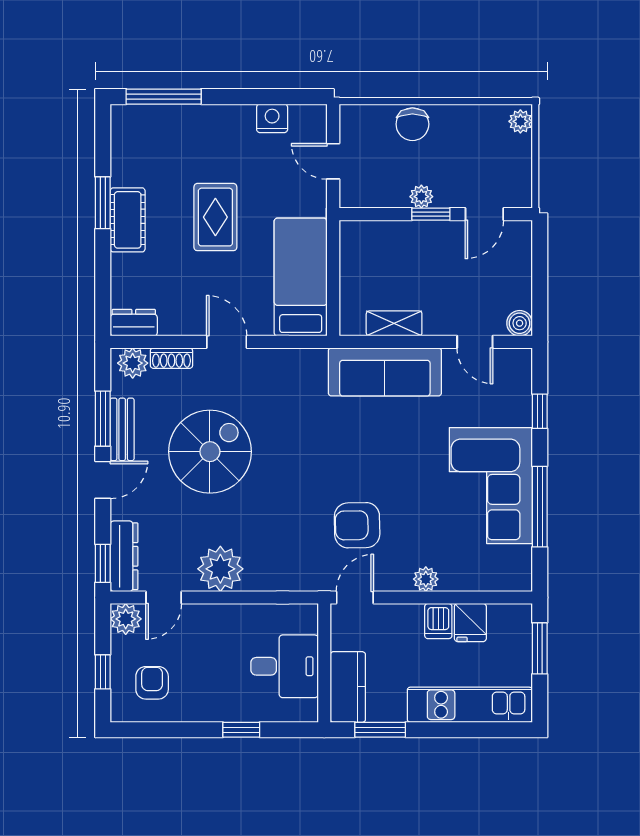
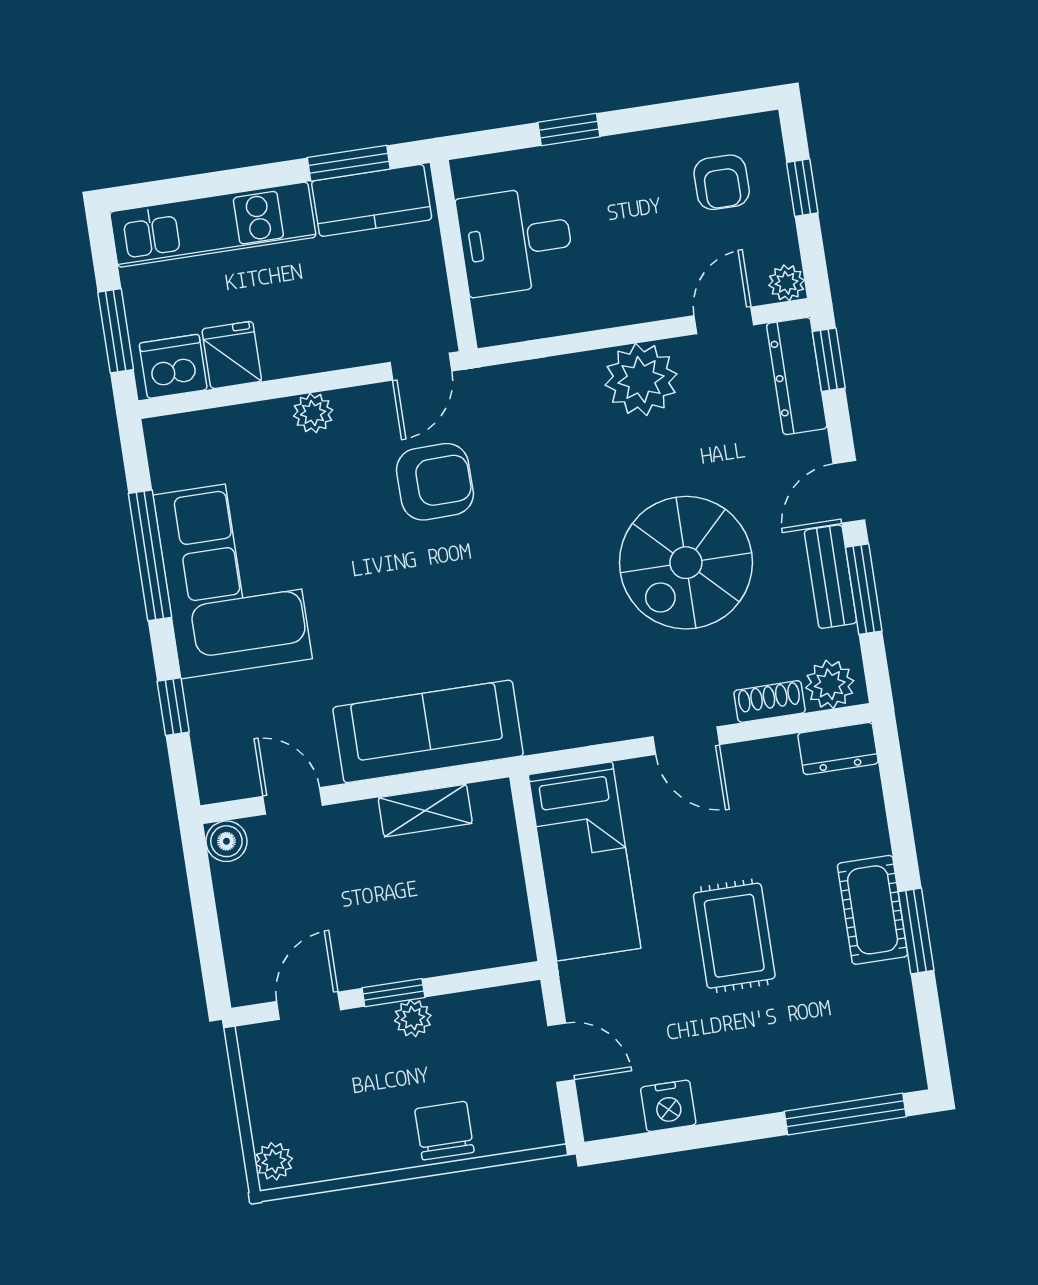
plant: (126, 619) -> (787, 283), width x0.73, depth x0.73
dishwasher: (438, 621) -> (173, 366), moved, width x1.38
kitchen counter: (348, 687) -> (372, 200), moved, turned -90

